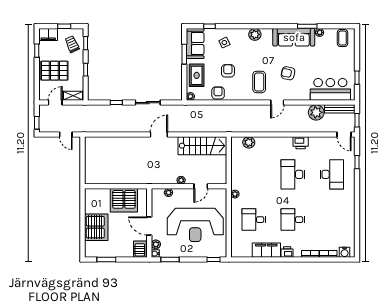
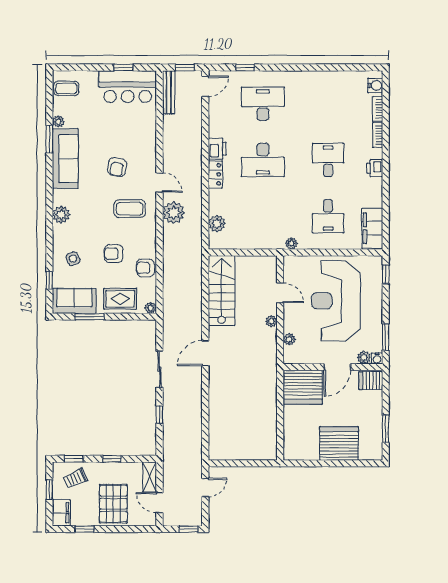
bar counter: (330, 89) -> (128, 87), moved, turned -90
plant: (316, 112) -> (174, 213), moved
door: (159, 134) -> (205, 353), hinge flipped
locker: (283, 141) -> (215, 174), added
server rack: (124, 200) -> (303, 387), moved, turned 90
desk: (293, 220) -> (328, 160), turned 180
reception desk: (195, 225) -> (336, 301), turned 180
filing cabinet: (266, 250) -> (372, 228), moved

